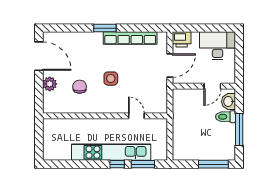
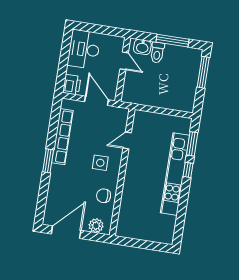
wall: (105, 116) -> (122, 172), moved
door: (136, 116) -> (127, 140), moved

